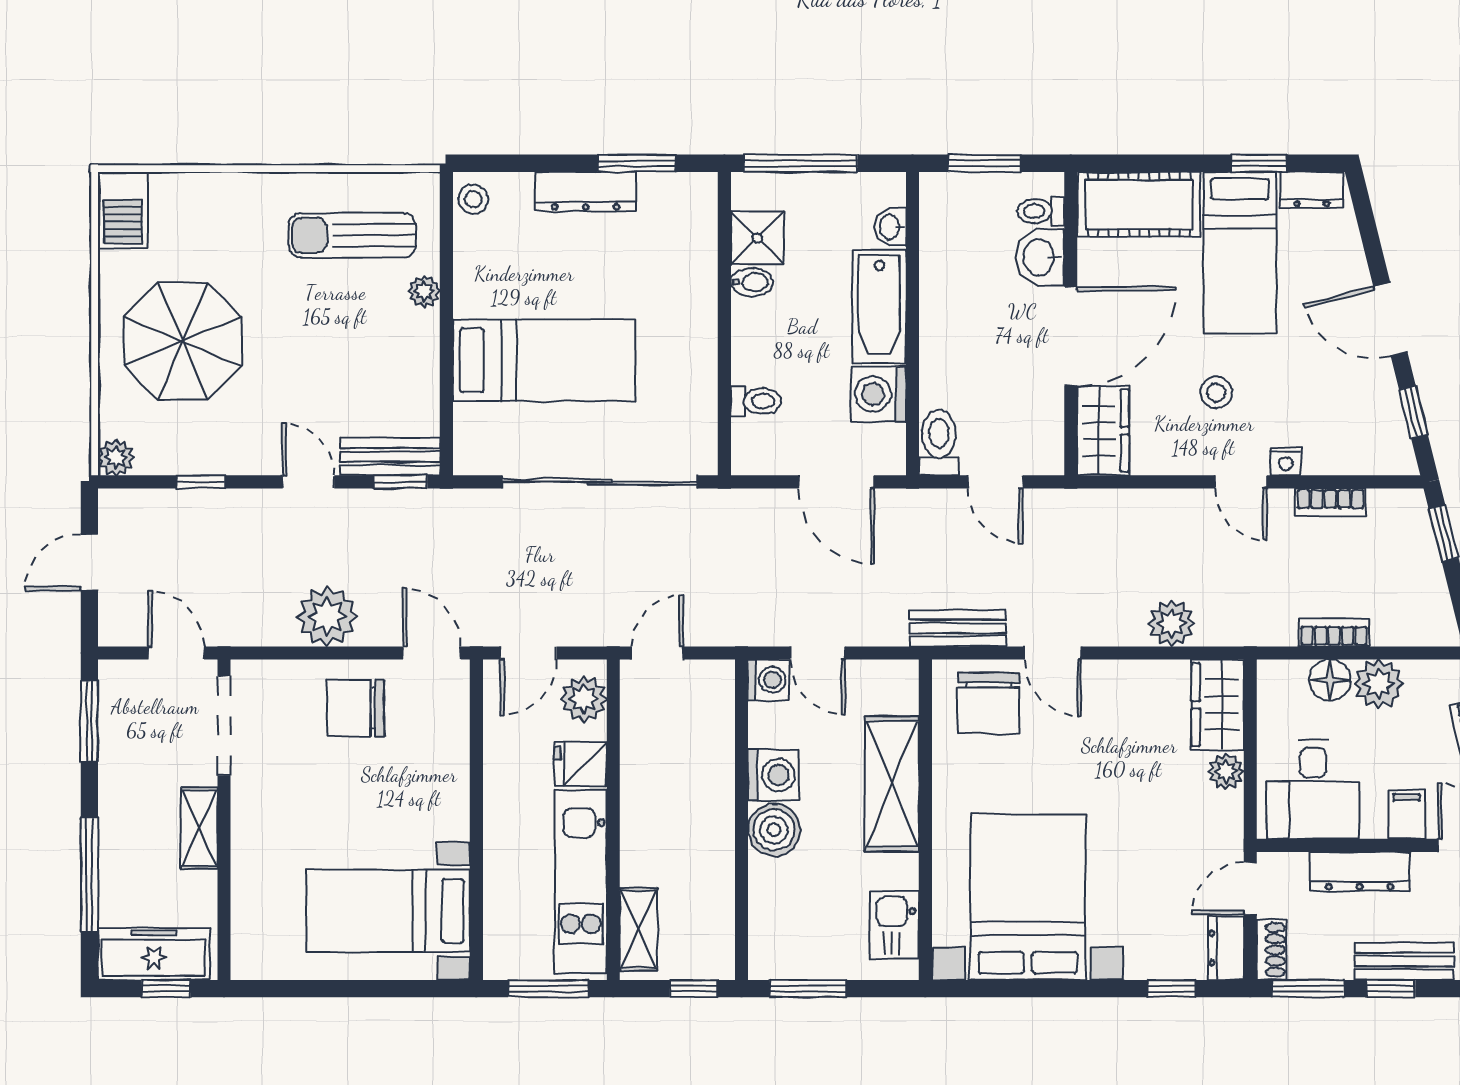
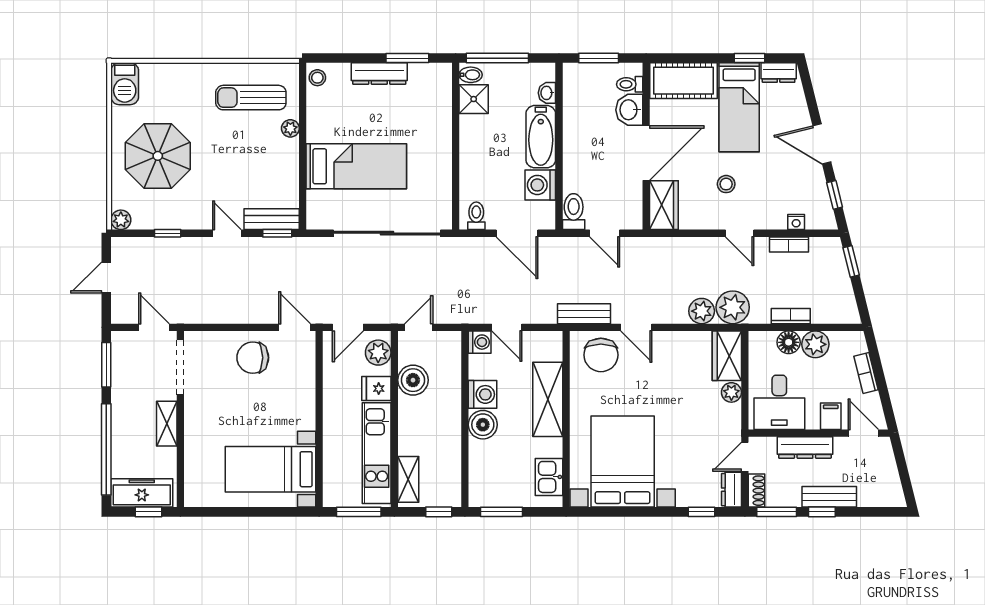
bidet: (752, 282) -> (471, 75), moved
toilet: (756, 401) -> (476, 216), moved, turned -90
nightstand: (1286, 461) -> (796, 222), moved
plant: (327, 617) -> (733, 307), moved
boiler: (647, 749) -> (413, 380), added
window: (89, 875) -> (106, 449), width x1.46

